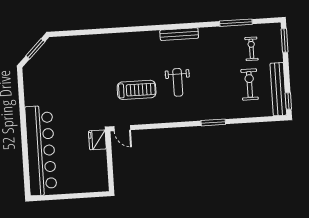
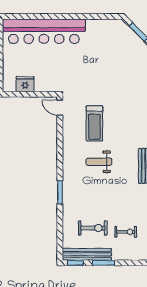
window: (285, 40) -> (104, 263), moved
door: (122, 128) -> (60, 108), hinge flipped
fridge: (97, 140) -> (25, 84), moved

